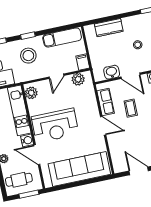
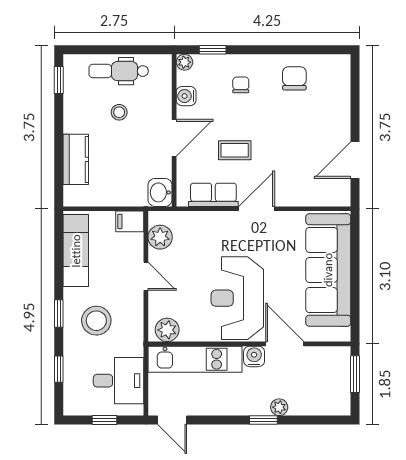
washbasin: (112, 72) -> (160, 192), moved
reception desk: (55, 125) -> (237, 298), turned 180
door: (37, 155) -> (285, 344), swing flipped
cafe table: (19, 180) -> (324, 387), removed

